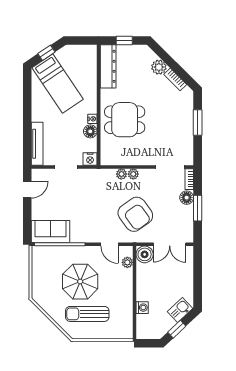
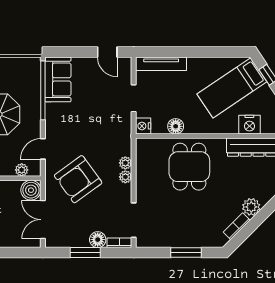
nightstand: (92, 119) -> (249, 125), moved, width x1.89, depth x1.79

